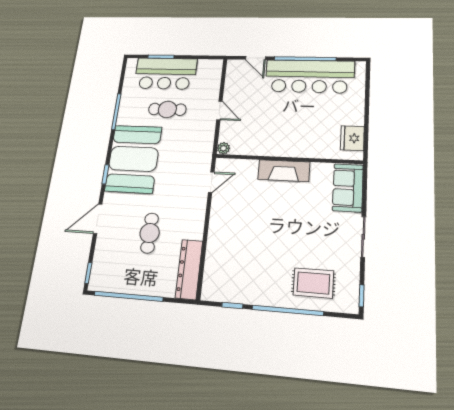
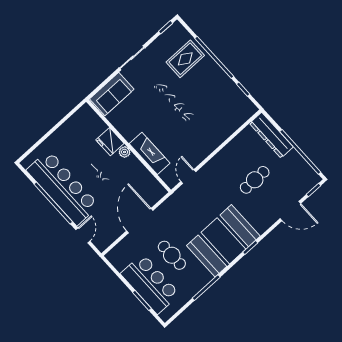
door: (219, 110) -> (140, 221), width x1.88
fridge: (352, 138) -> (110, 142), moved, turned 90
plant: (224, 148) -> (125, 152), moved
fireplace: (284, 171) -> (150, 153), moved
door: (211, 182) -> (188, 176), hinge flipped
door: (98, 219) -> (290, 211), moved
dresser: (189, 269) -> (271, 135), moved, turned 90
rug: (313, 283) -> (185, 59), turned 90

